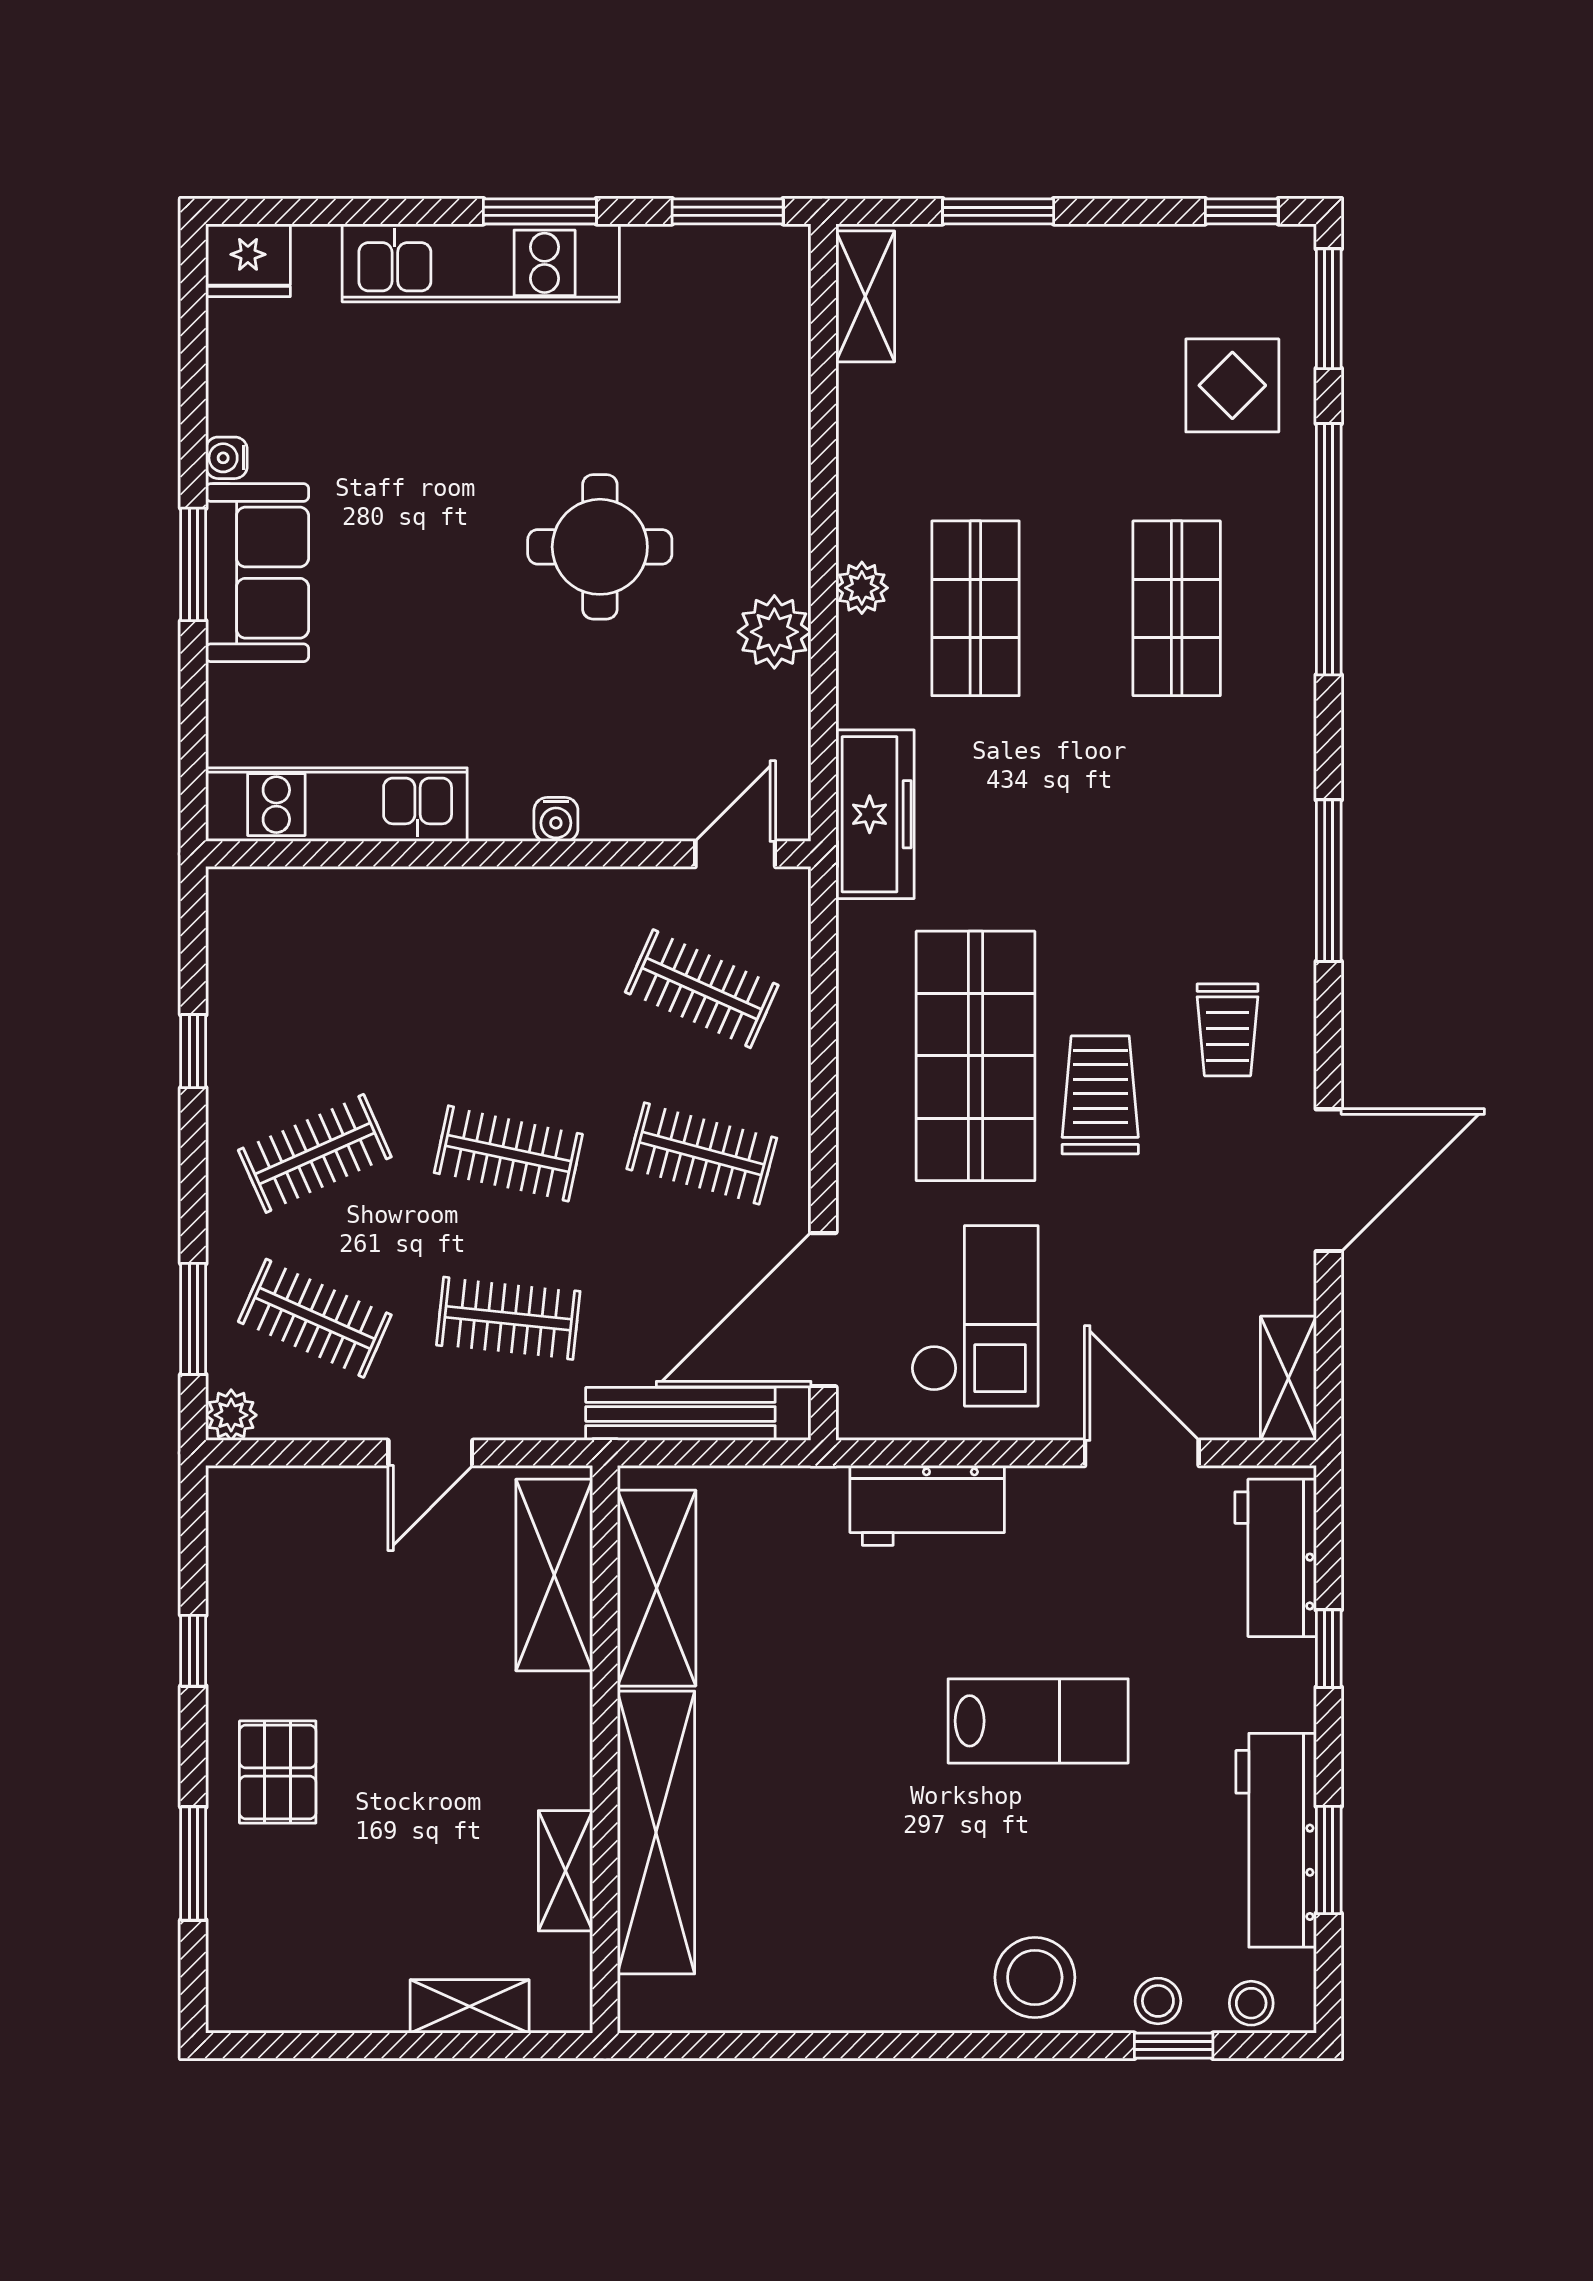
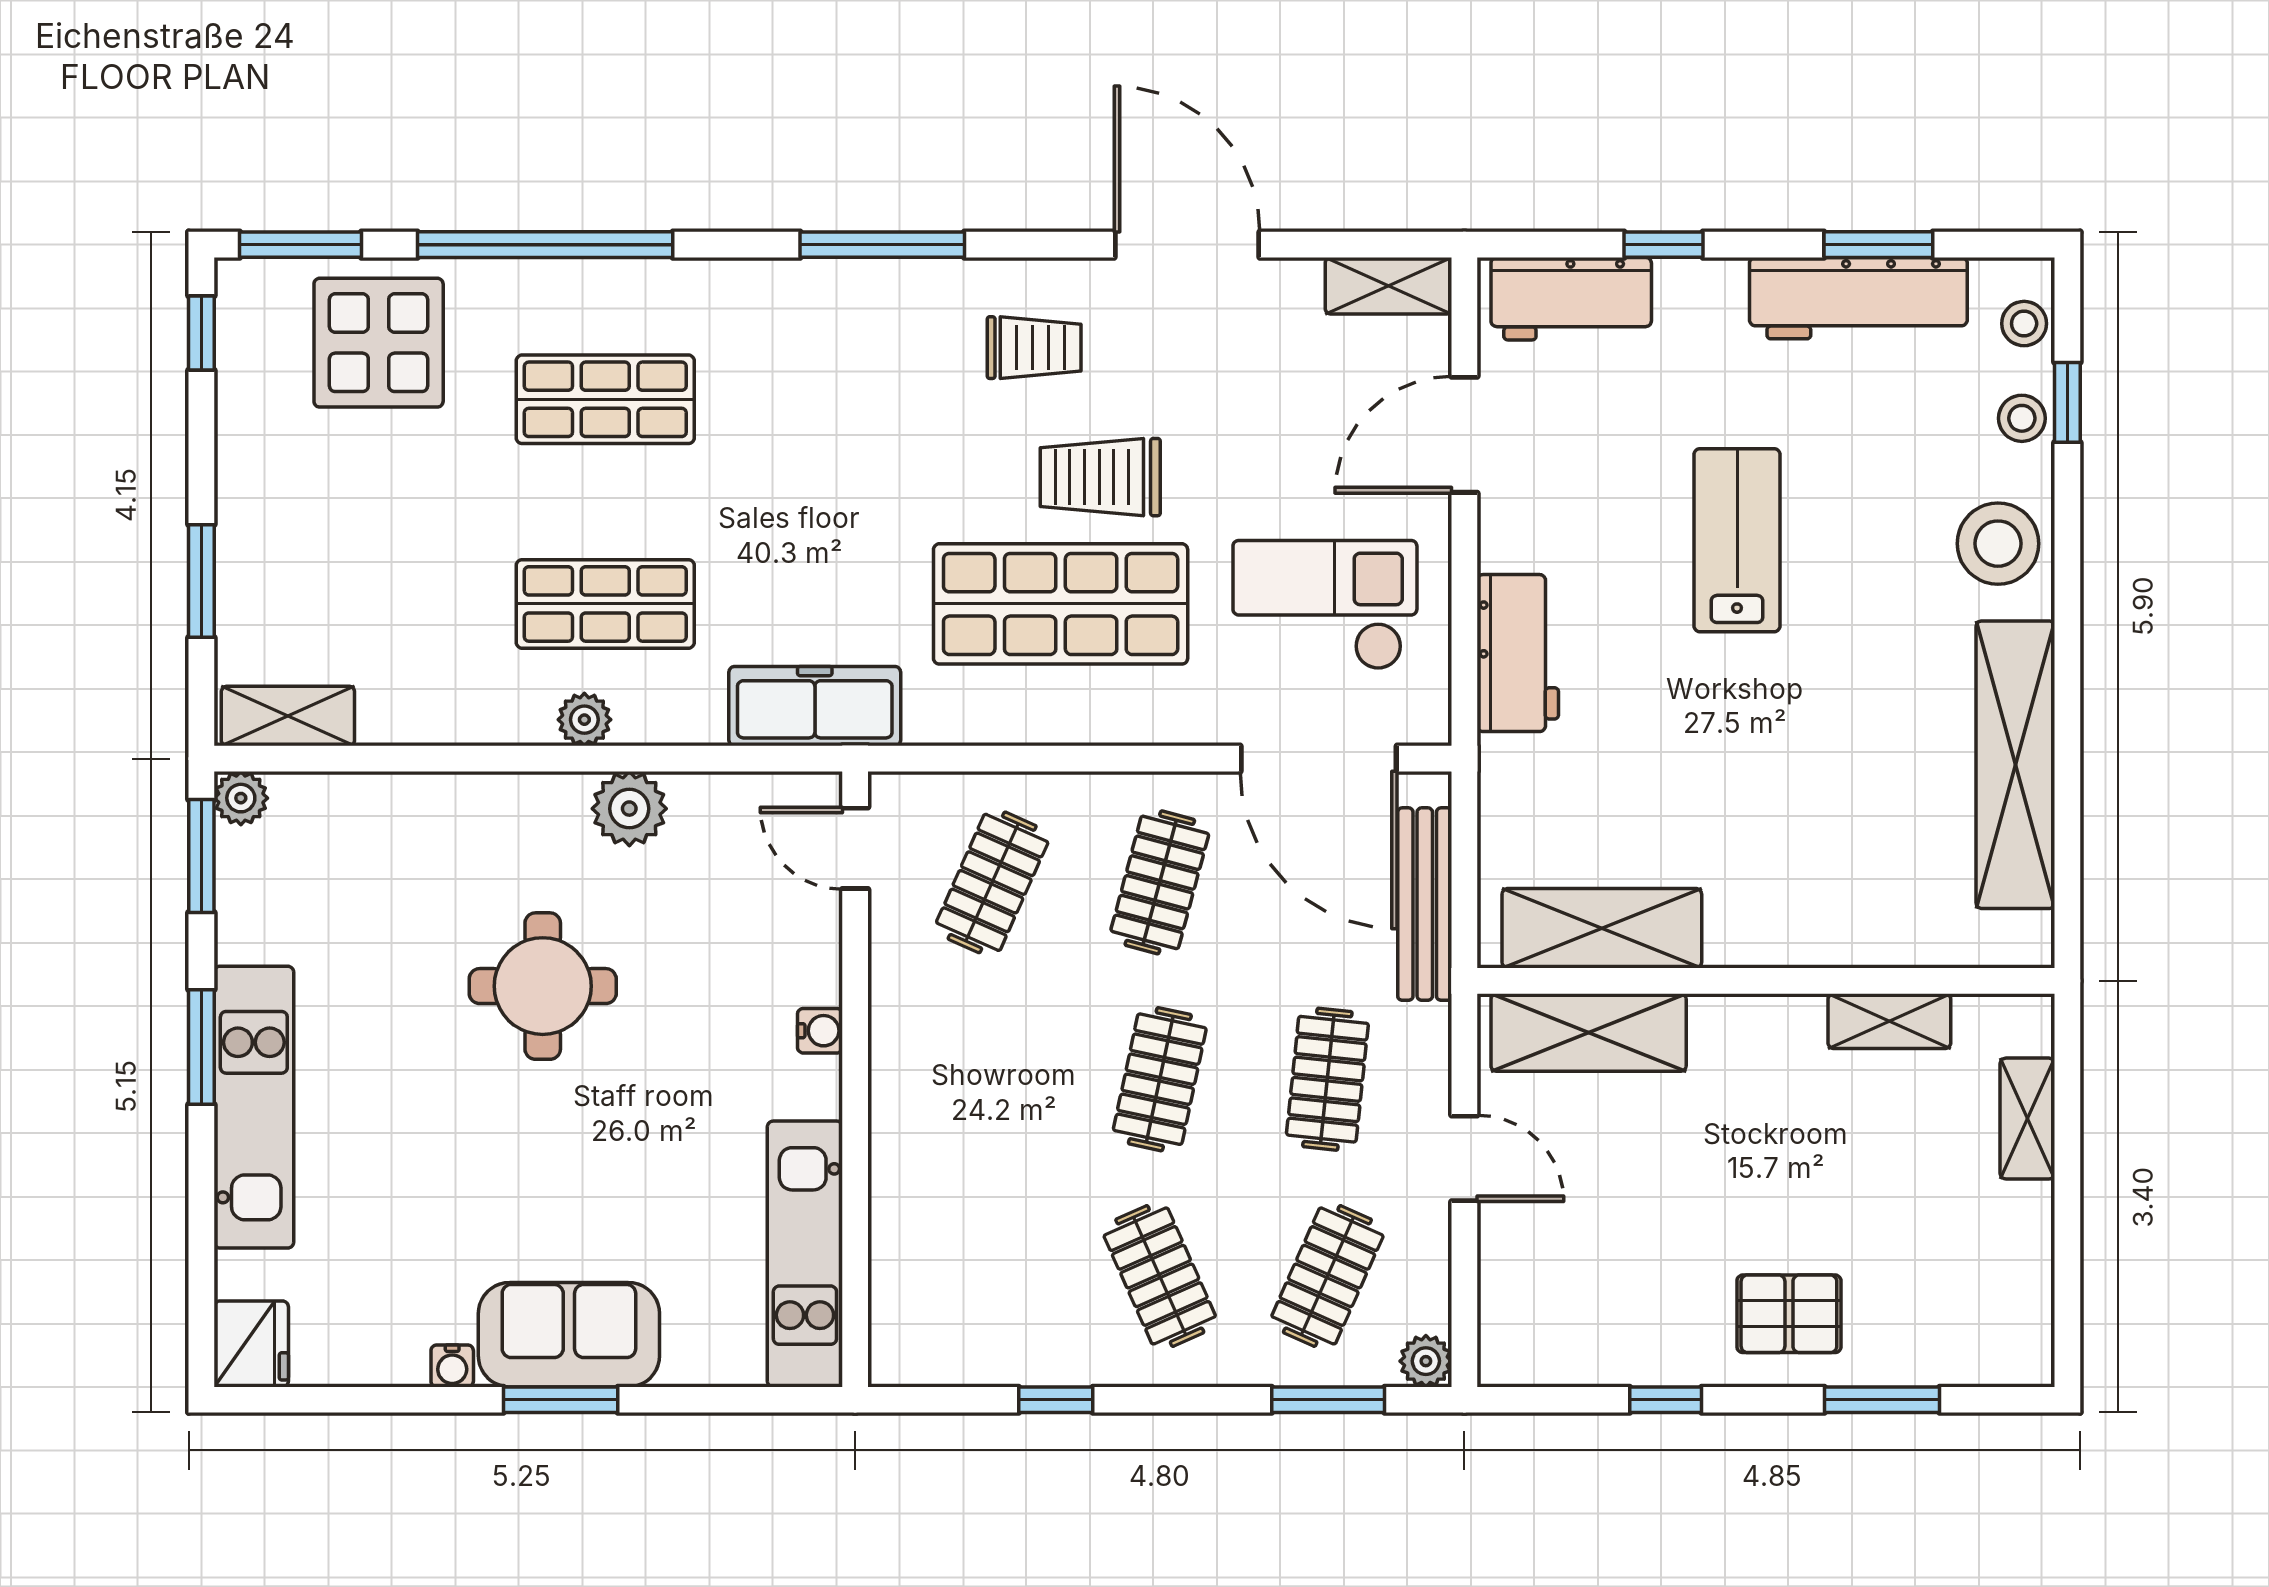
plant: (785, 250) -> (241, 798), added
display table: (1232, 385) -> (379, 343), width x1.36, depth x1.36
shelving: (656, 1832) -> (2015, 765), moved, turned 90

